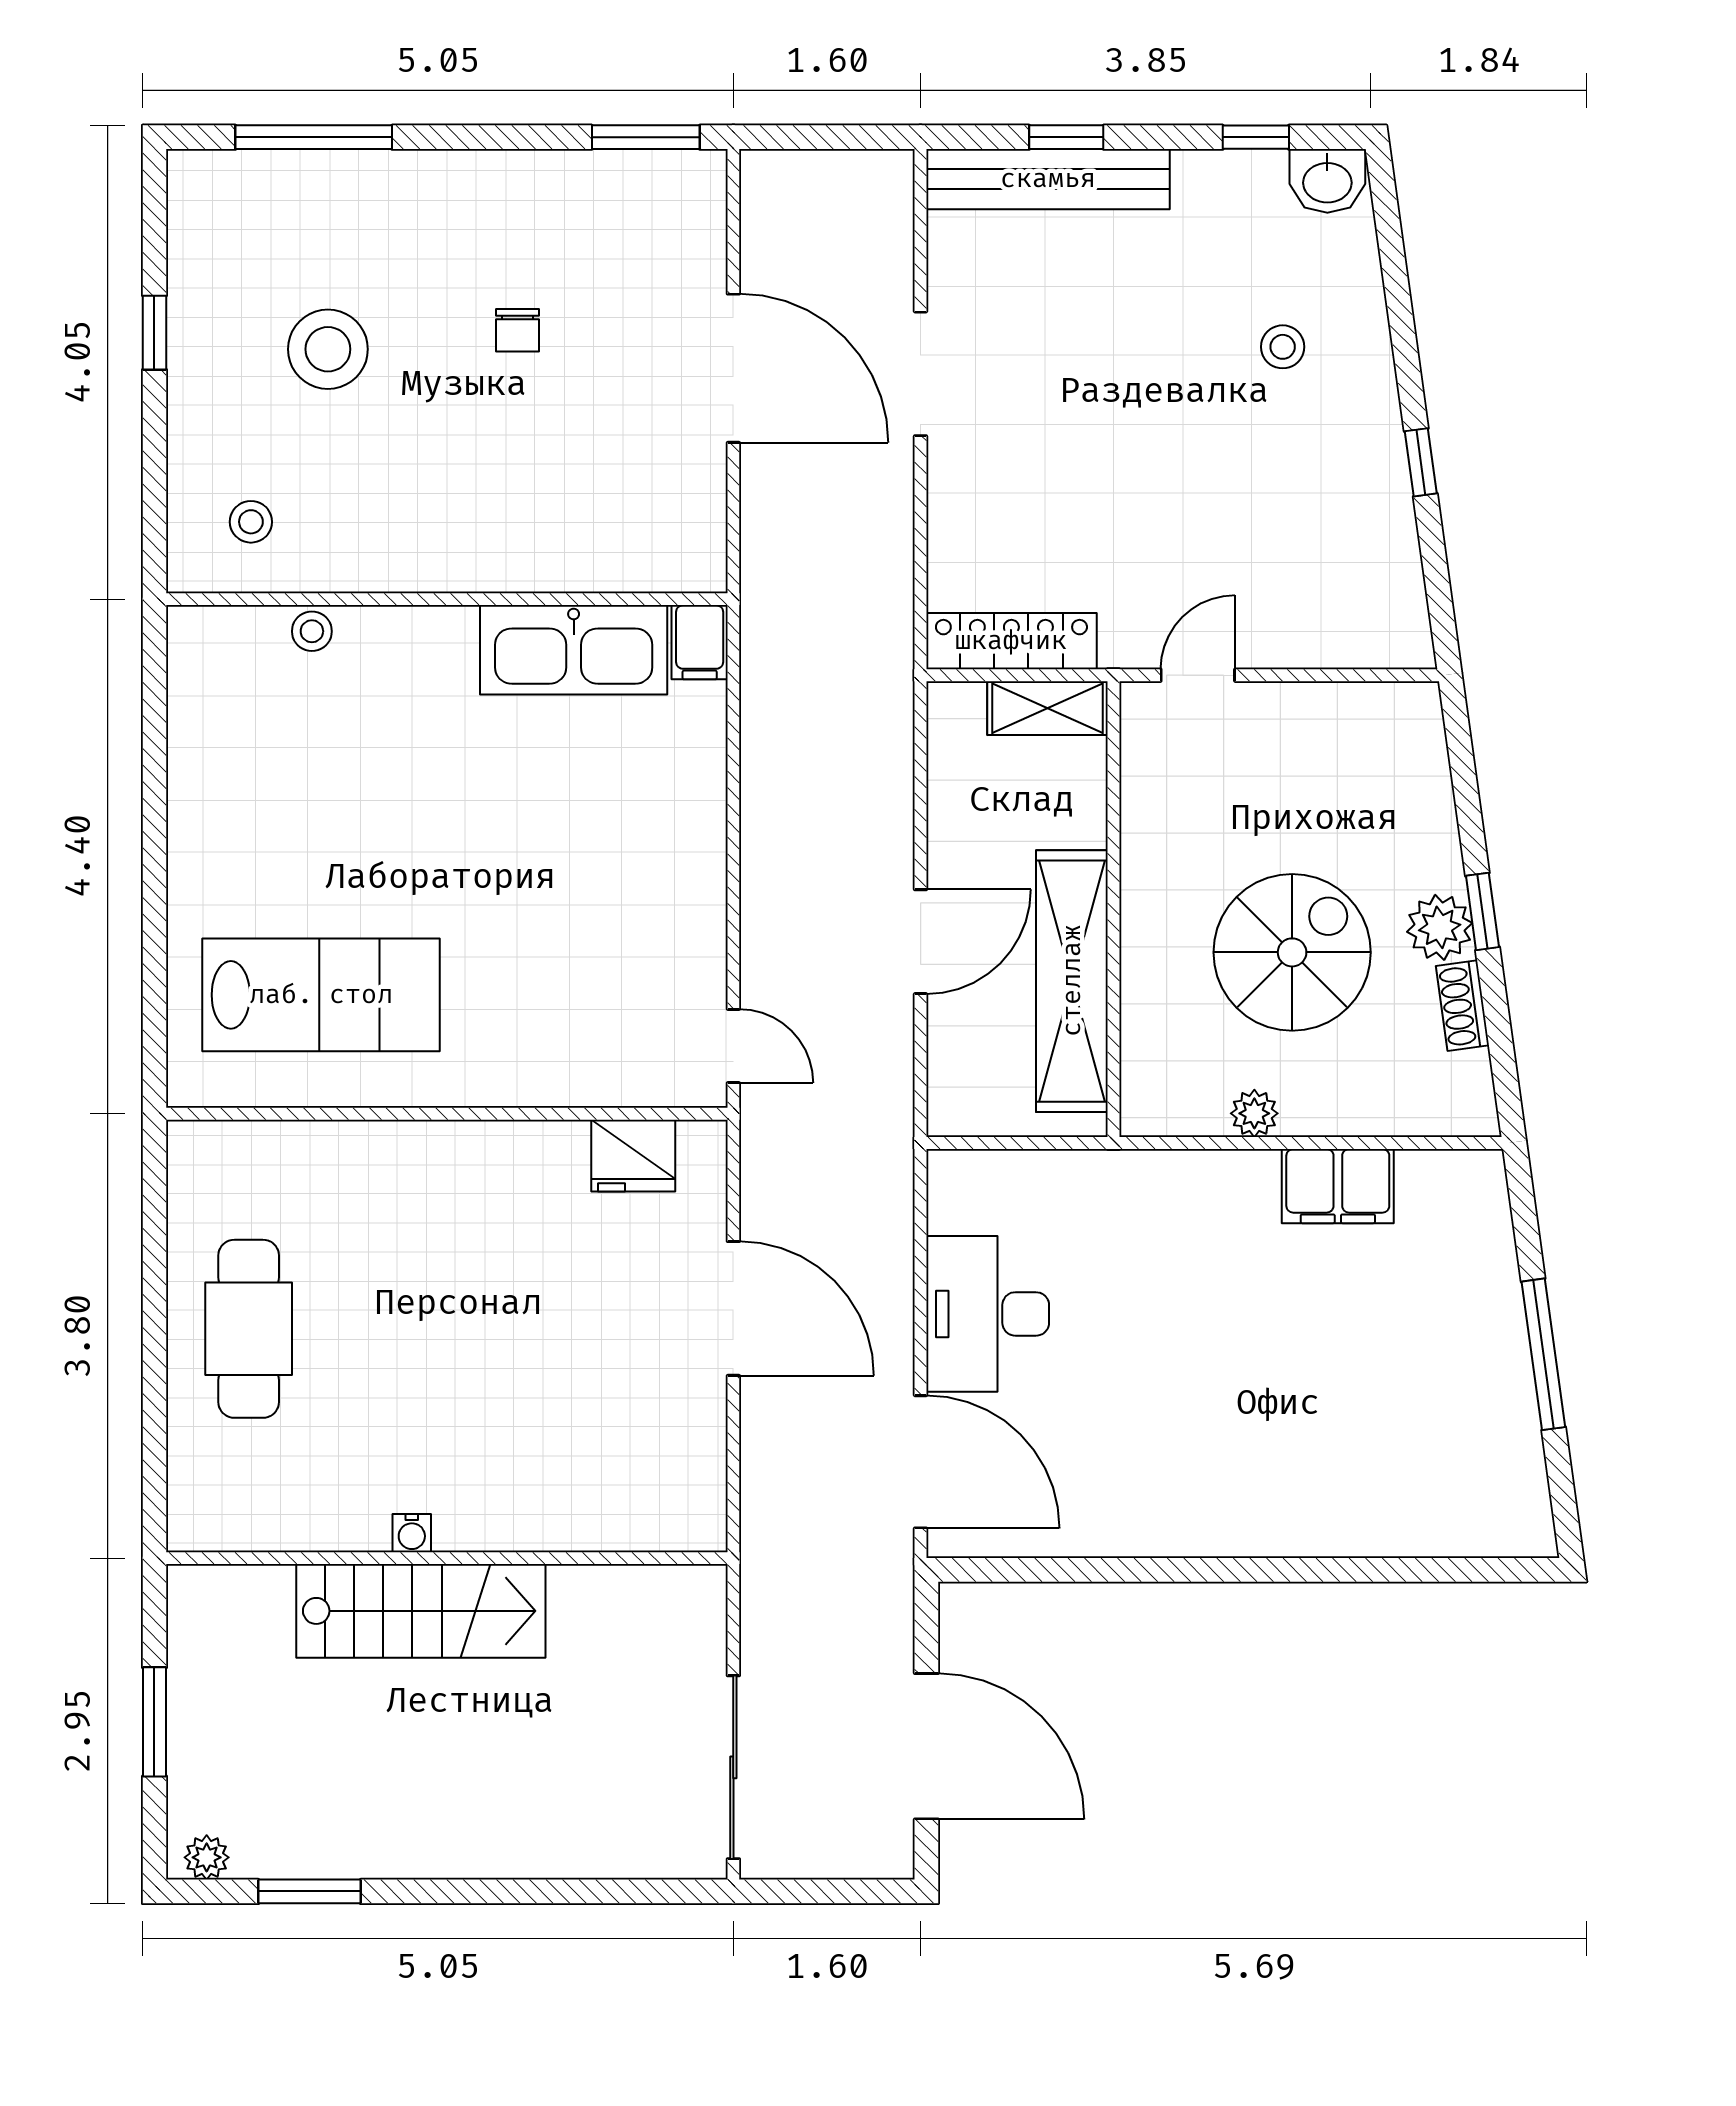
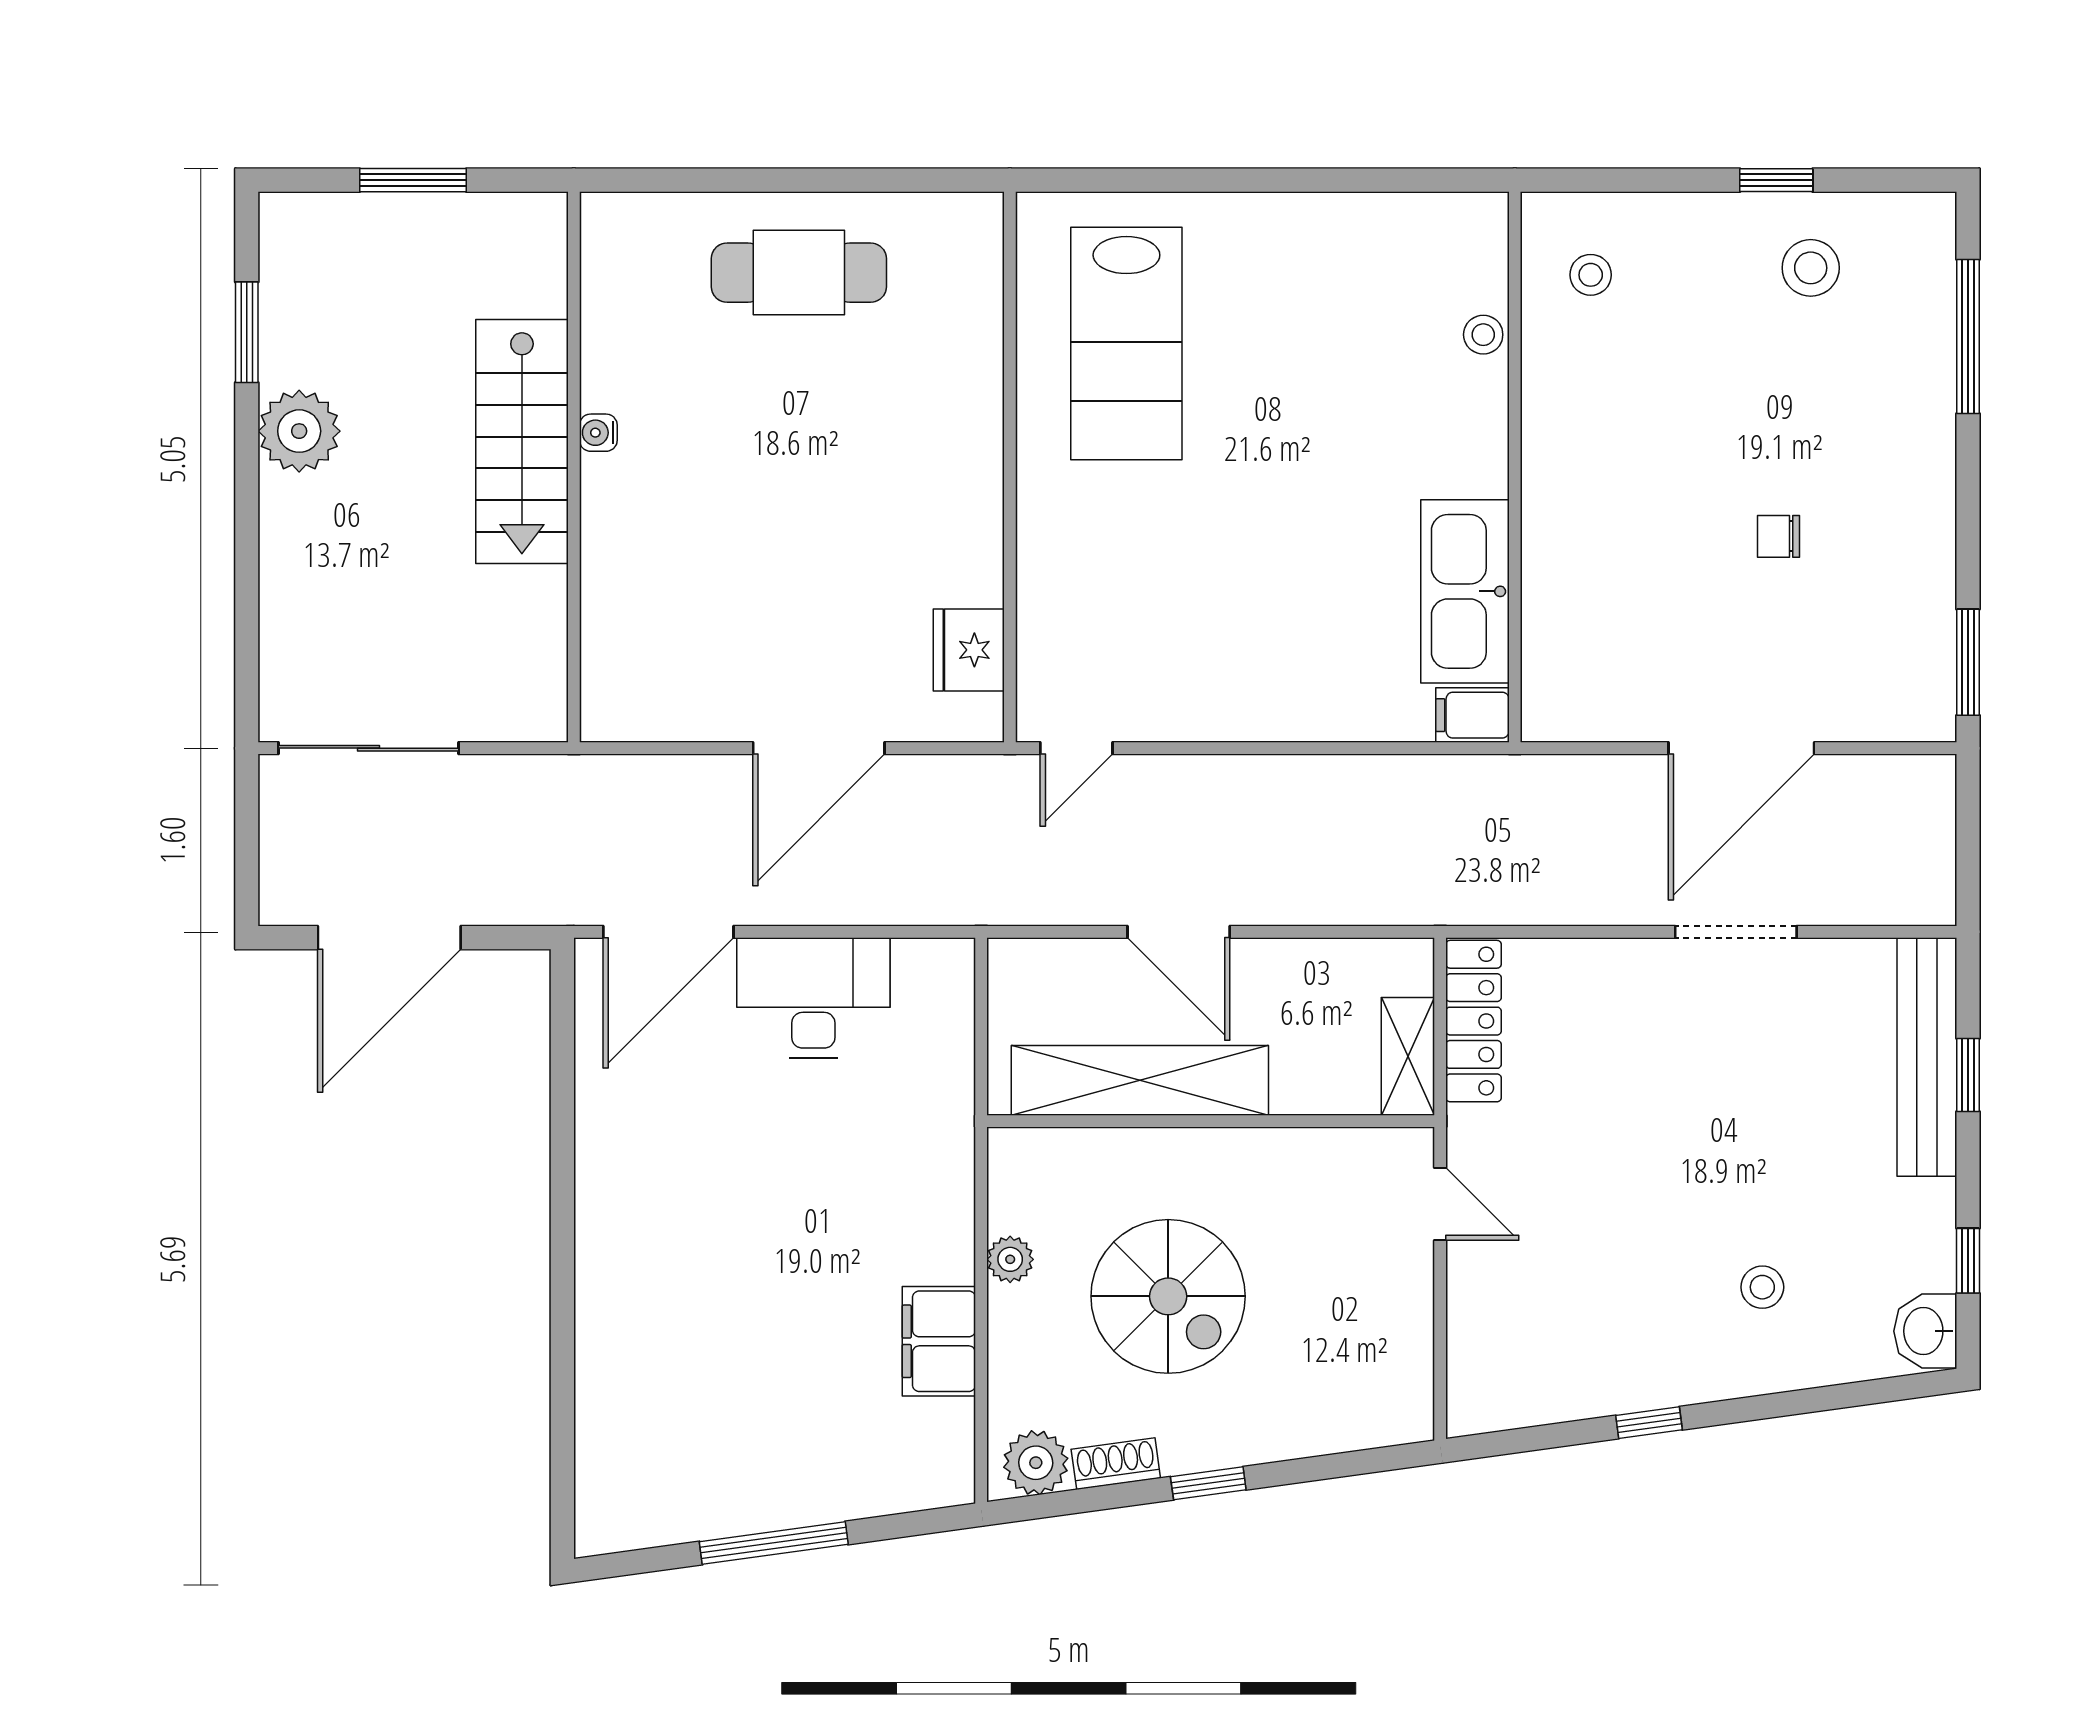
stool: (328, 349) -> (1811, 268), moved, width x0.73, depth x0.73
plant: (1440, 927) -> (1036, 1463), moved
plant: (207, 1857) -> (299, 431), moved, width x1.87, depth x1.87

